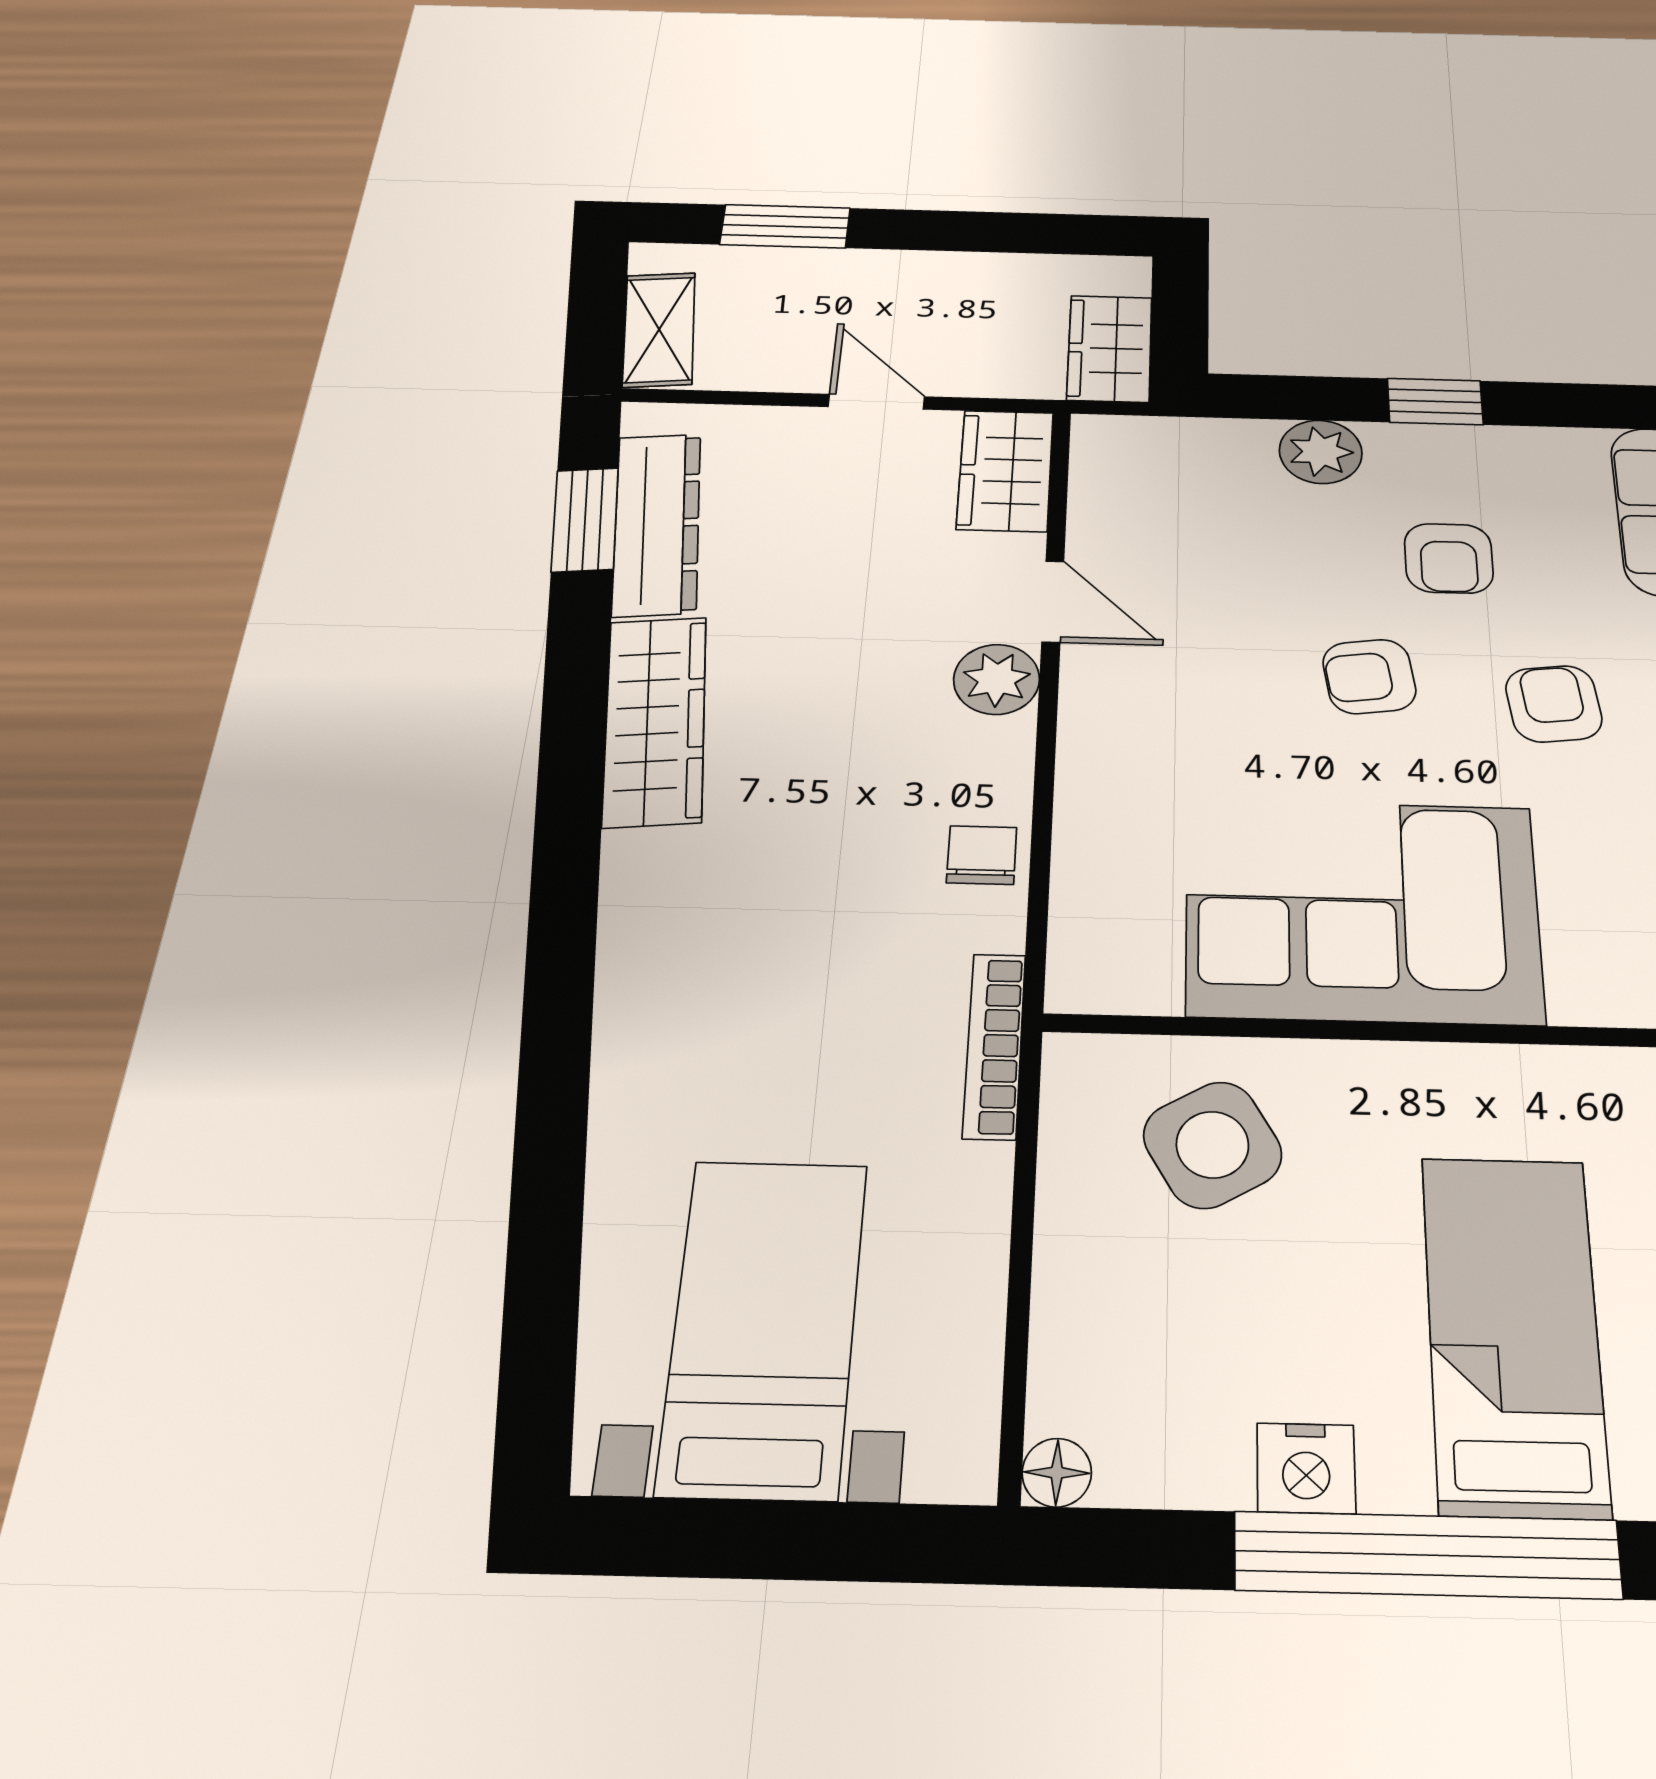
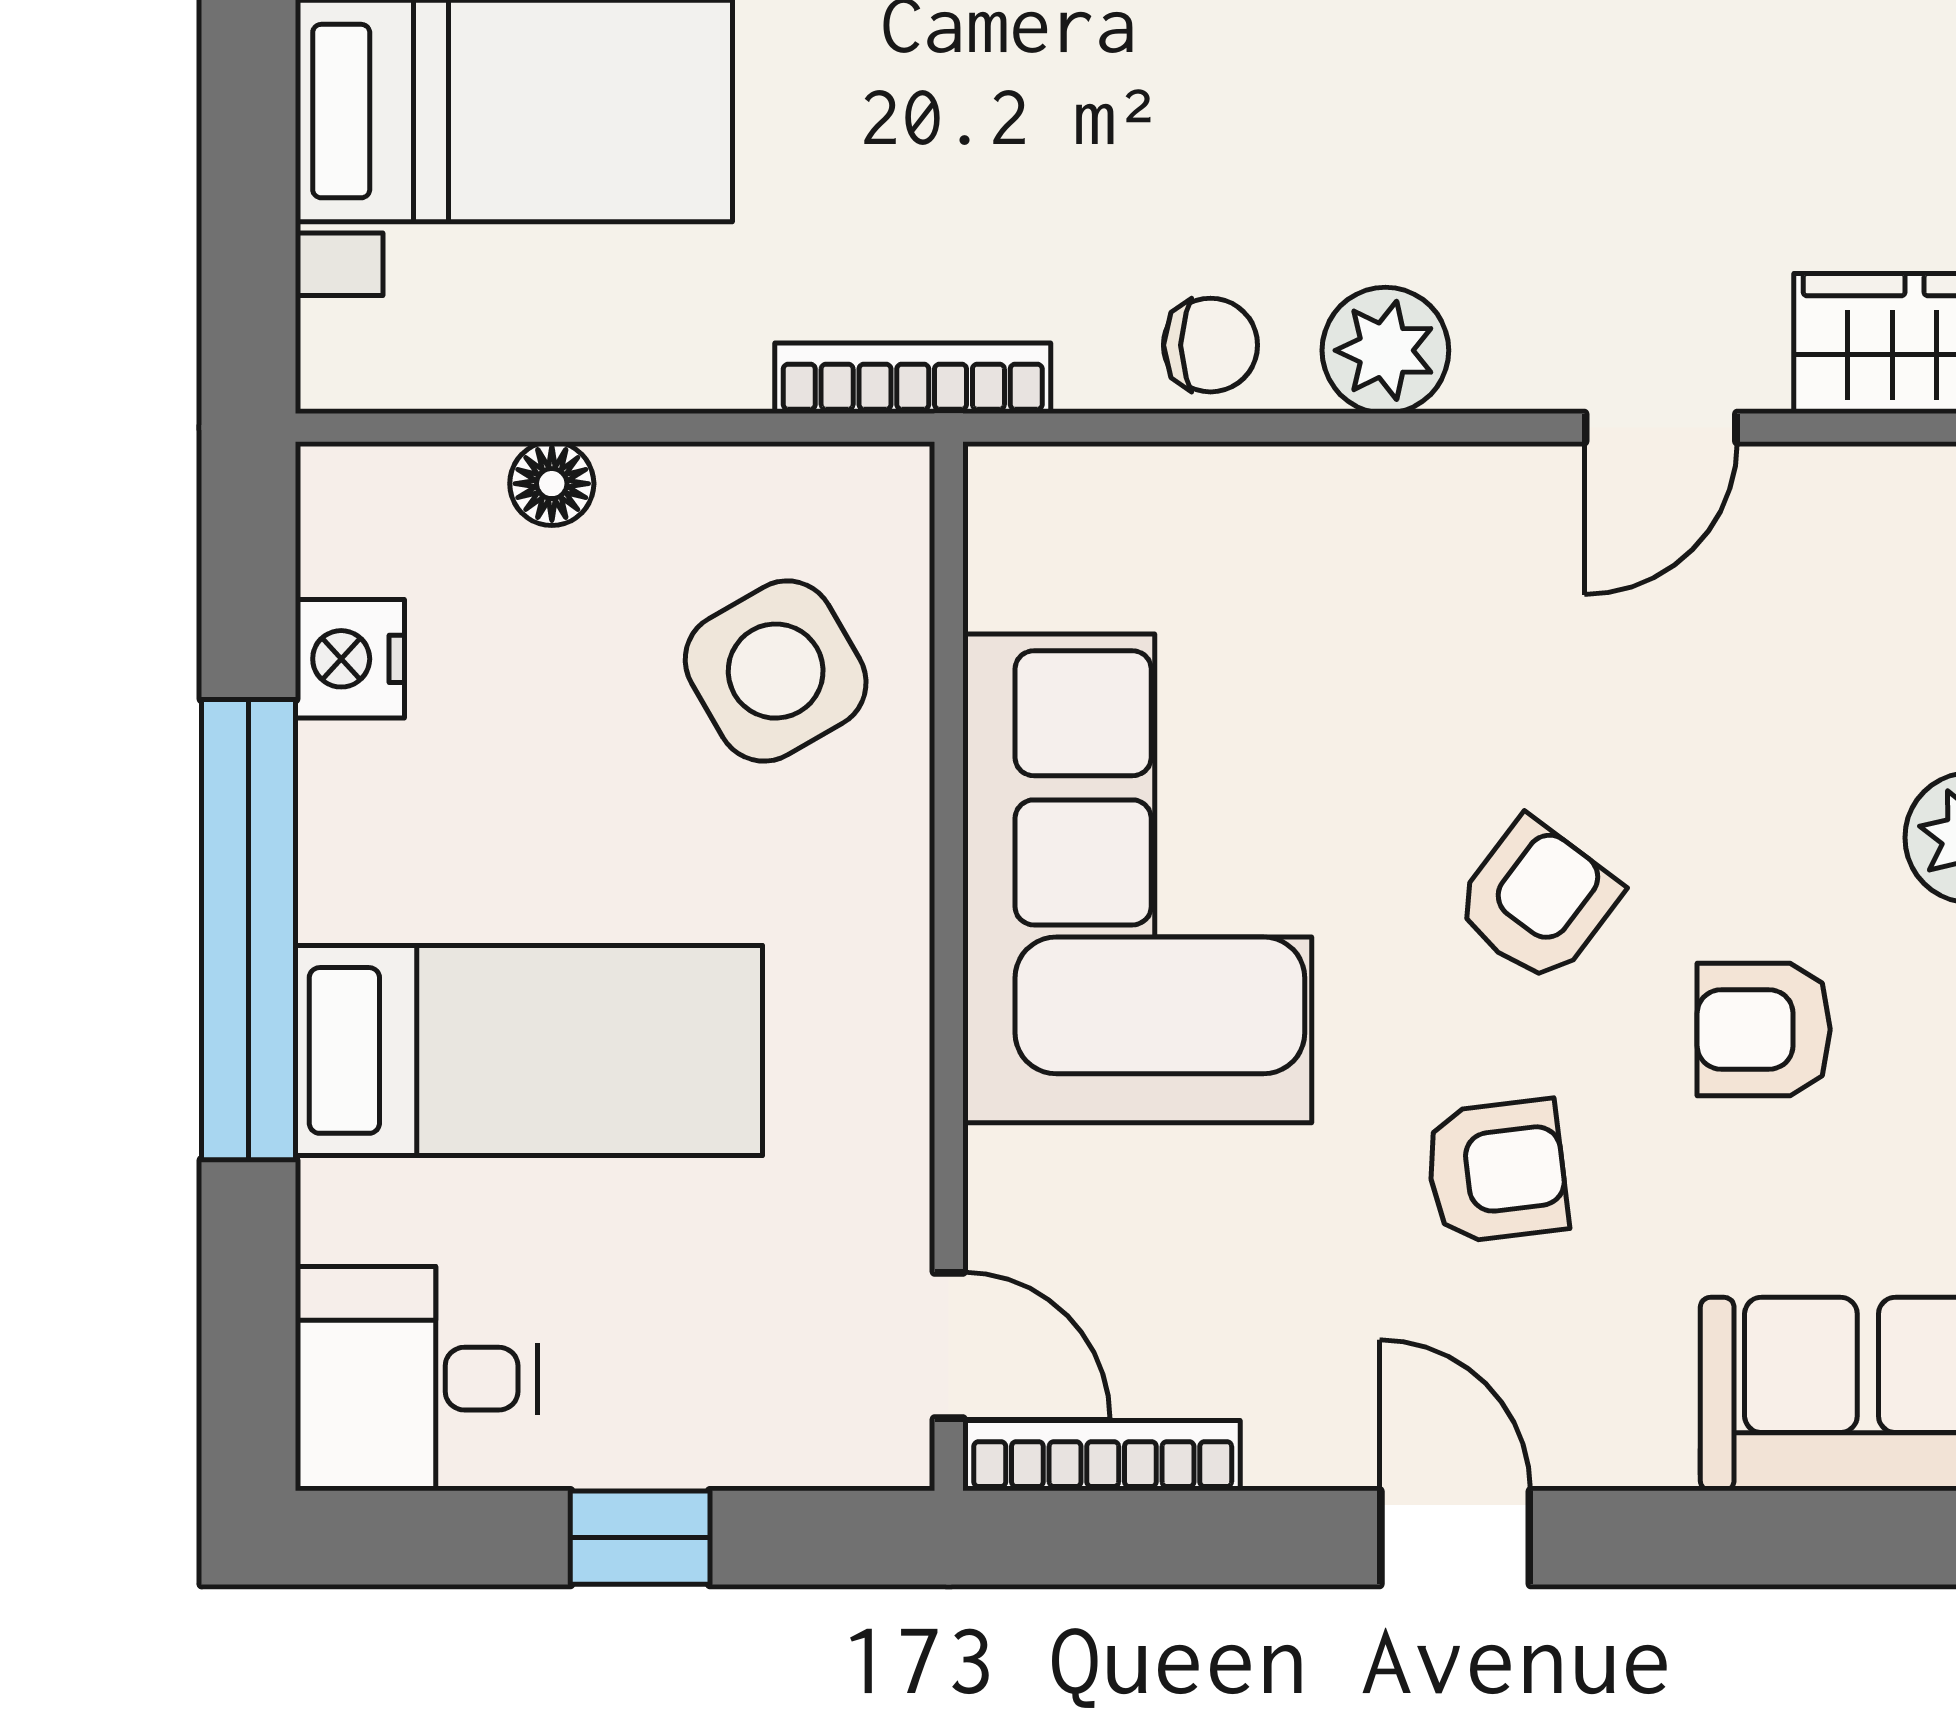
armchair: (1369, 676) -> (1537, 901), turned 45
plant: (997, 679) -> (1385, 350), moved
nightstand: (1306, 1468) -> (350, 659), moved
floor lamp: (1057, 1473) -> (552, 484), moved

